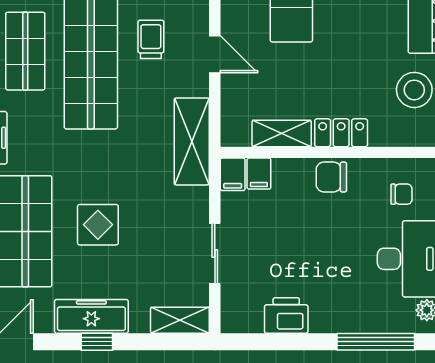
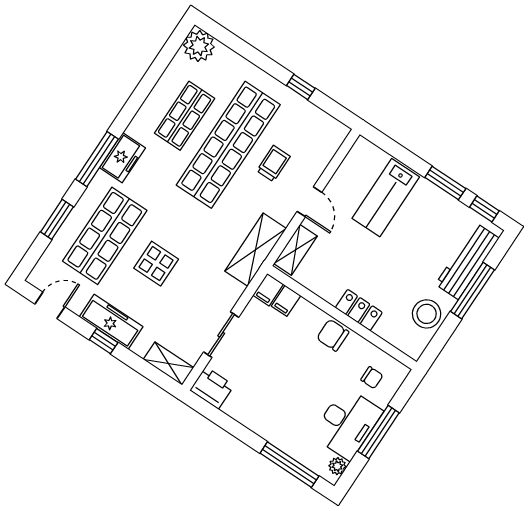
shelving: (282, 133) -> (296, 250), moved, turned 90
printer: (286, 315) -> (212, 388), moved

